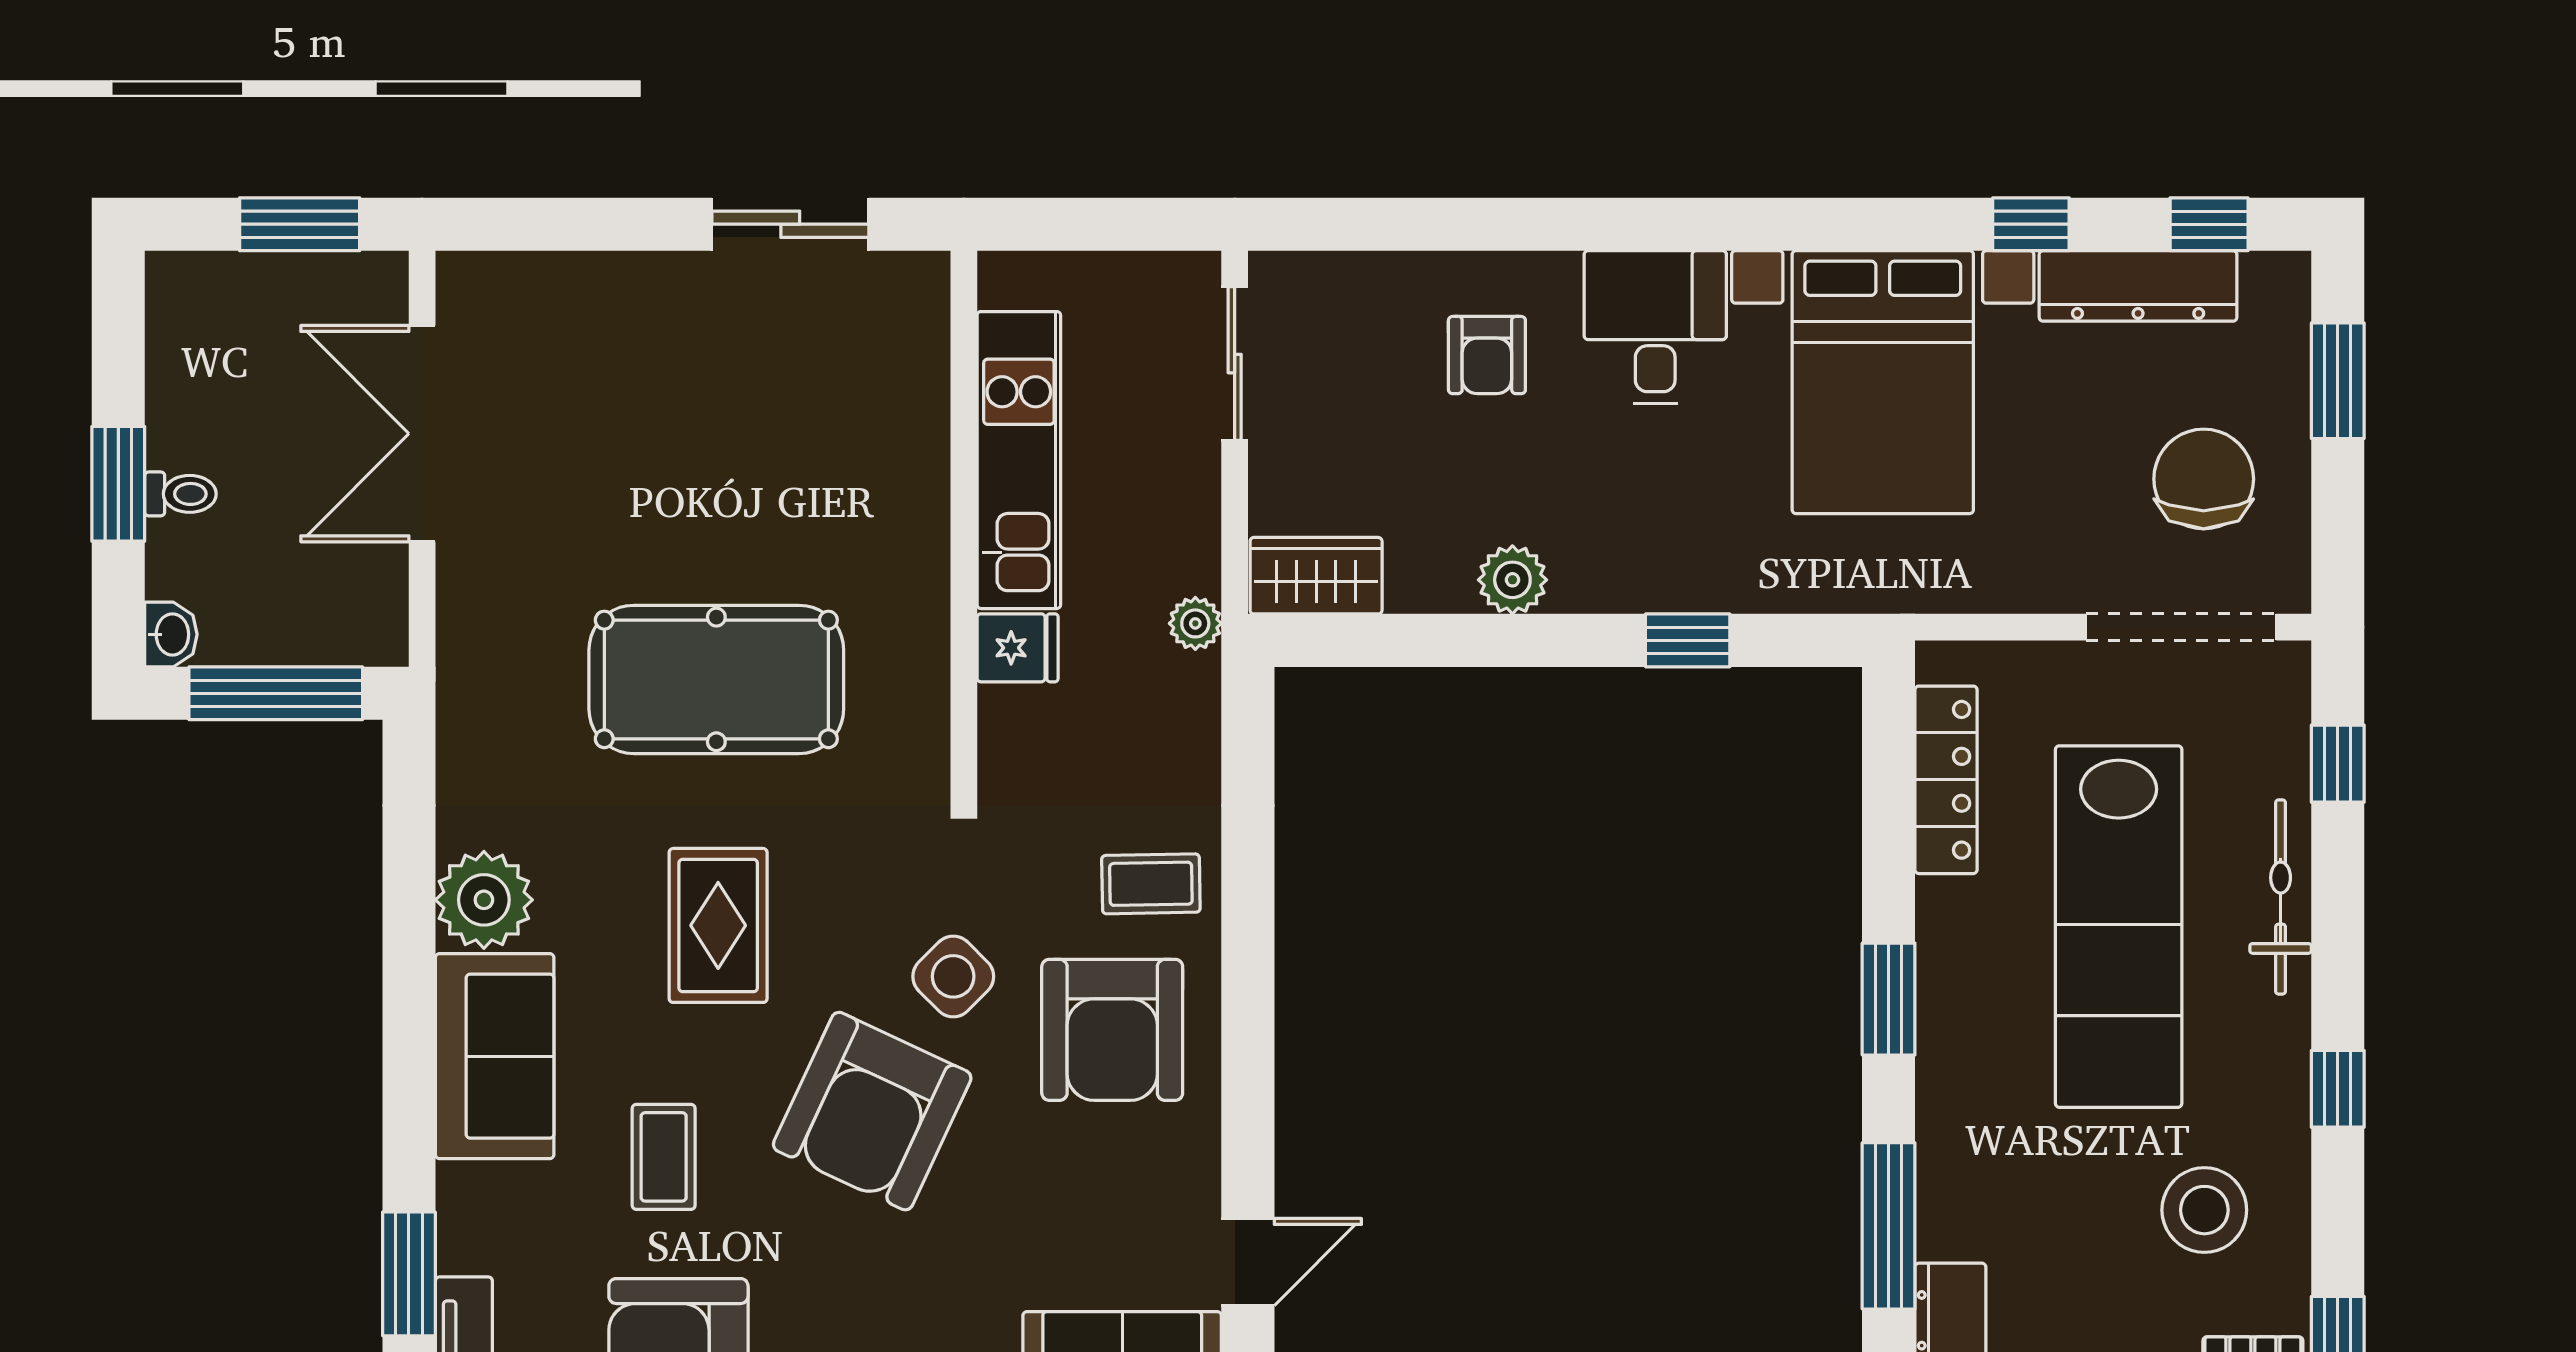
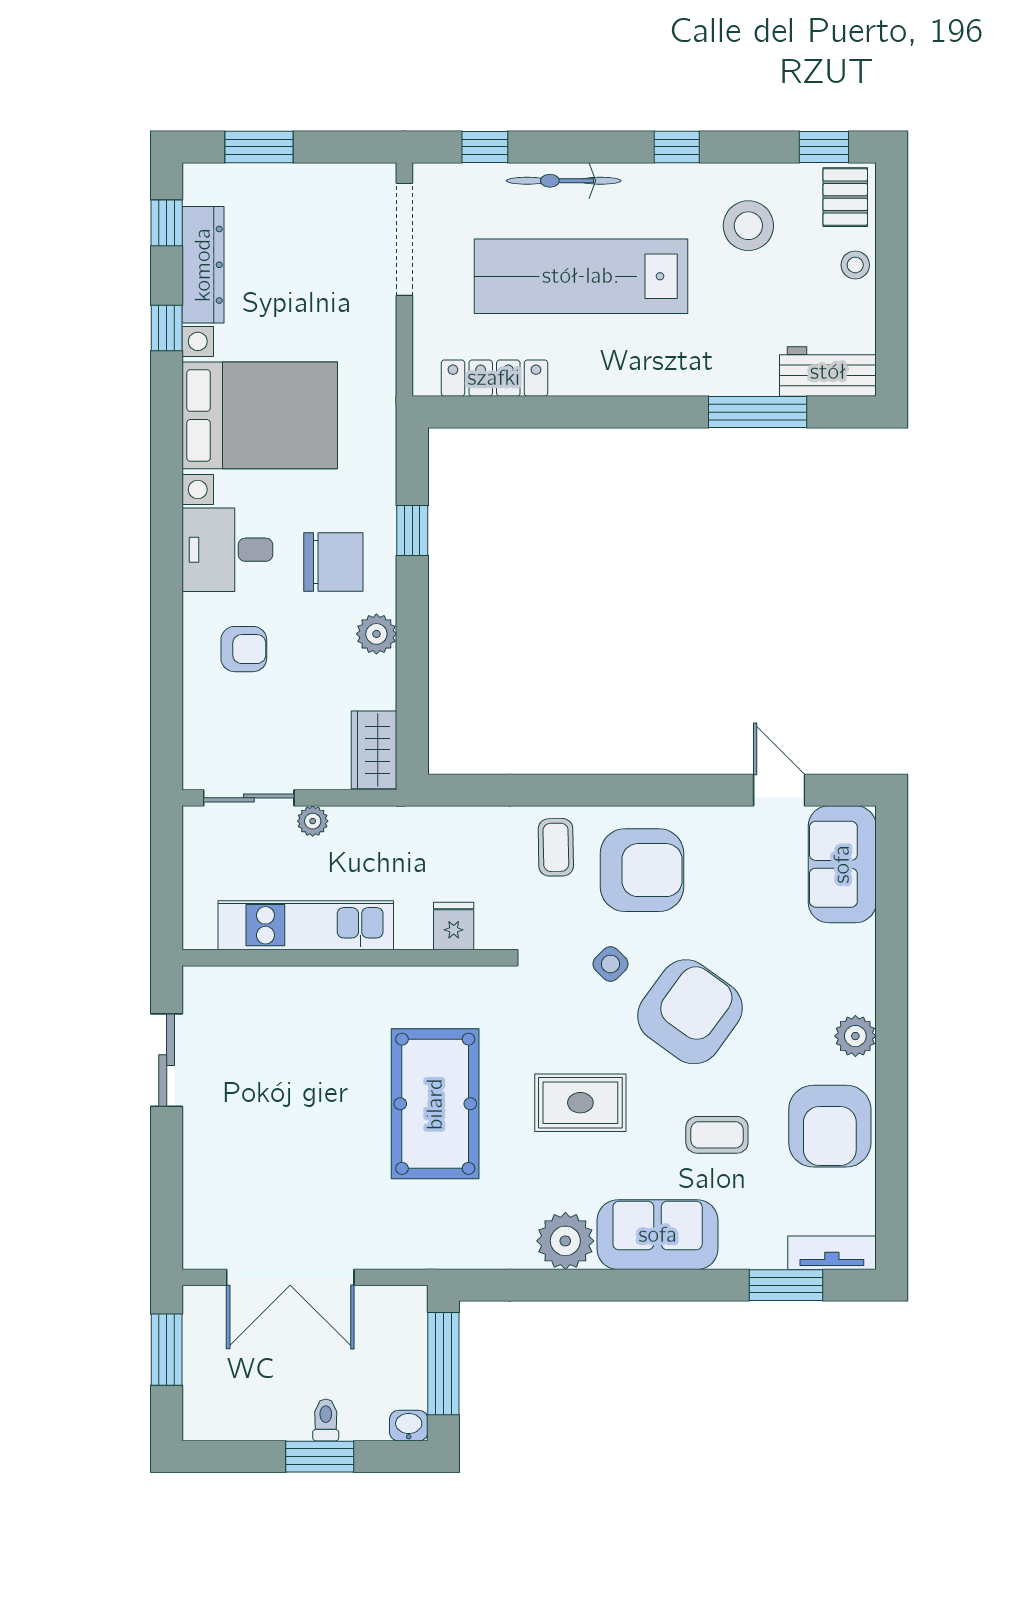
chair: (2204, 479) -> (333, 562), moved, turned 180
plant: (1195, 623) -> (313, 821), moved
fridge: (1018, 648) -> (454, 926), moved
lab bench: (2119, 927) -> (581, 276), turned 180
side table: (953, 976) -> (611, 964), width x0.73, depth x0.73
window: (1889, 999) -> (624, 412), removed
armchair: (872, 1111) -> (690, 1012), turned -79

